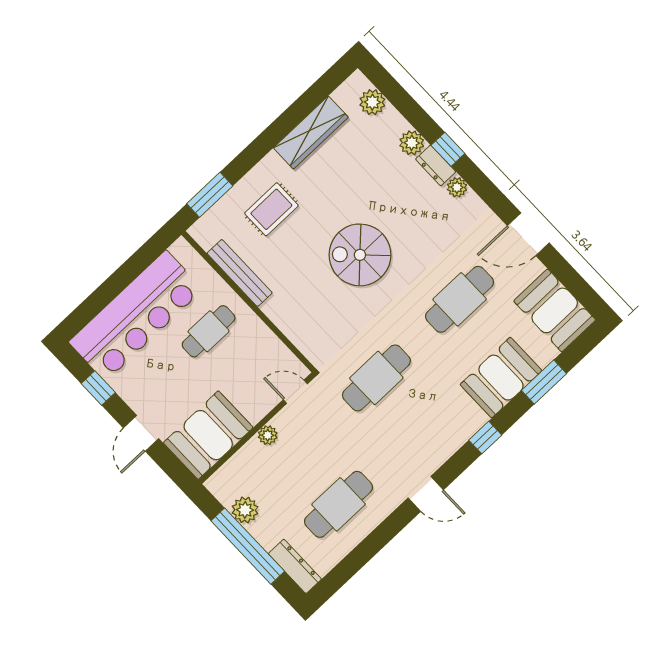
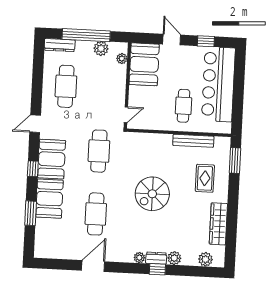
spiral stairs: (360, 255) -> (152, 194), turned 180
booth: (555, 310) -> (52, 159), moved, turned 90
plant: (268, 435) -> (122, 59), moved

